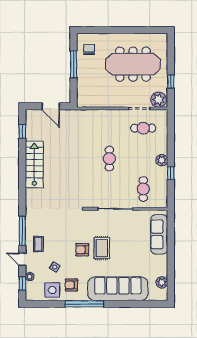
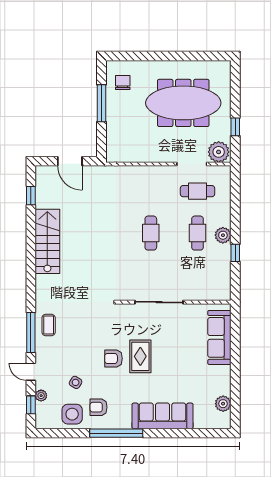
cafe table: (143, 189) -> (197, 233), moved
coffee table: (38, 244) -> (49, 325), moved
sofa: (118, 289) -> (162, 416), width x0.74, depth x0.79

